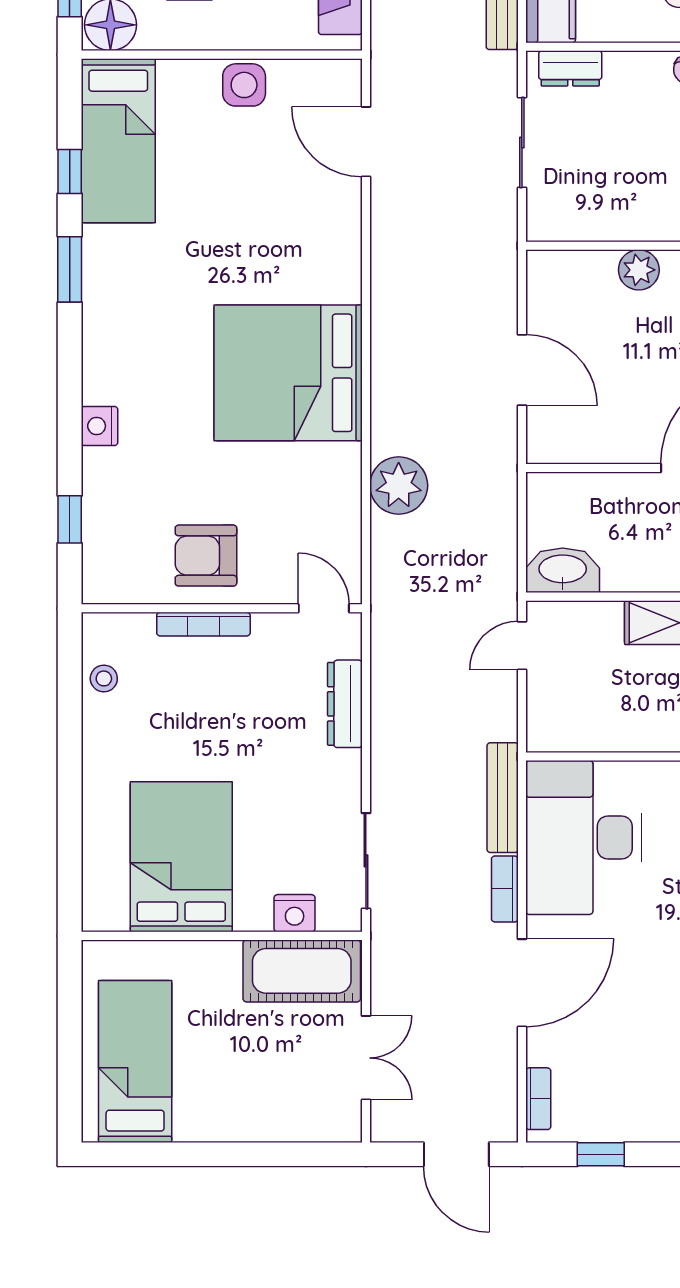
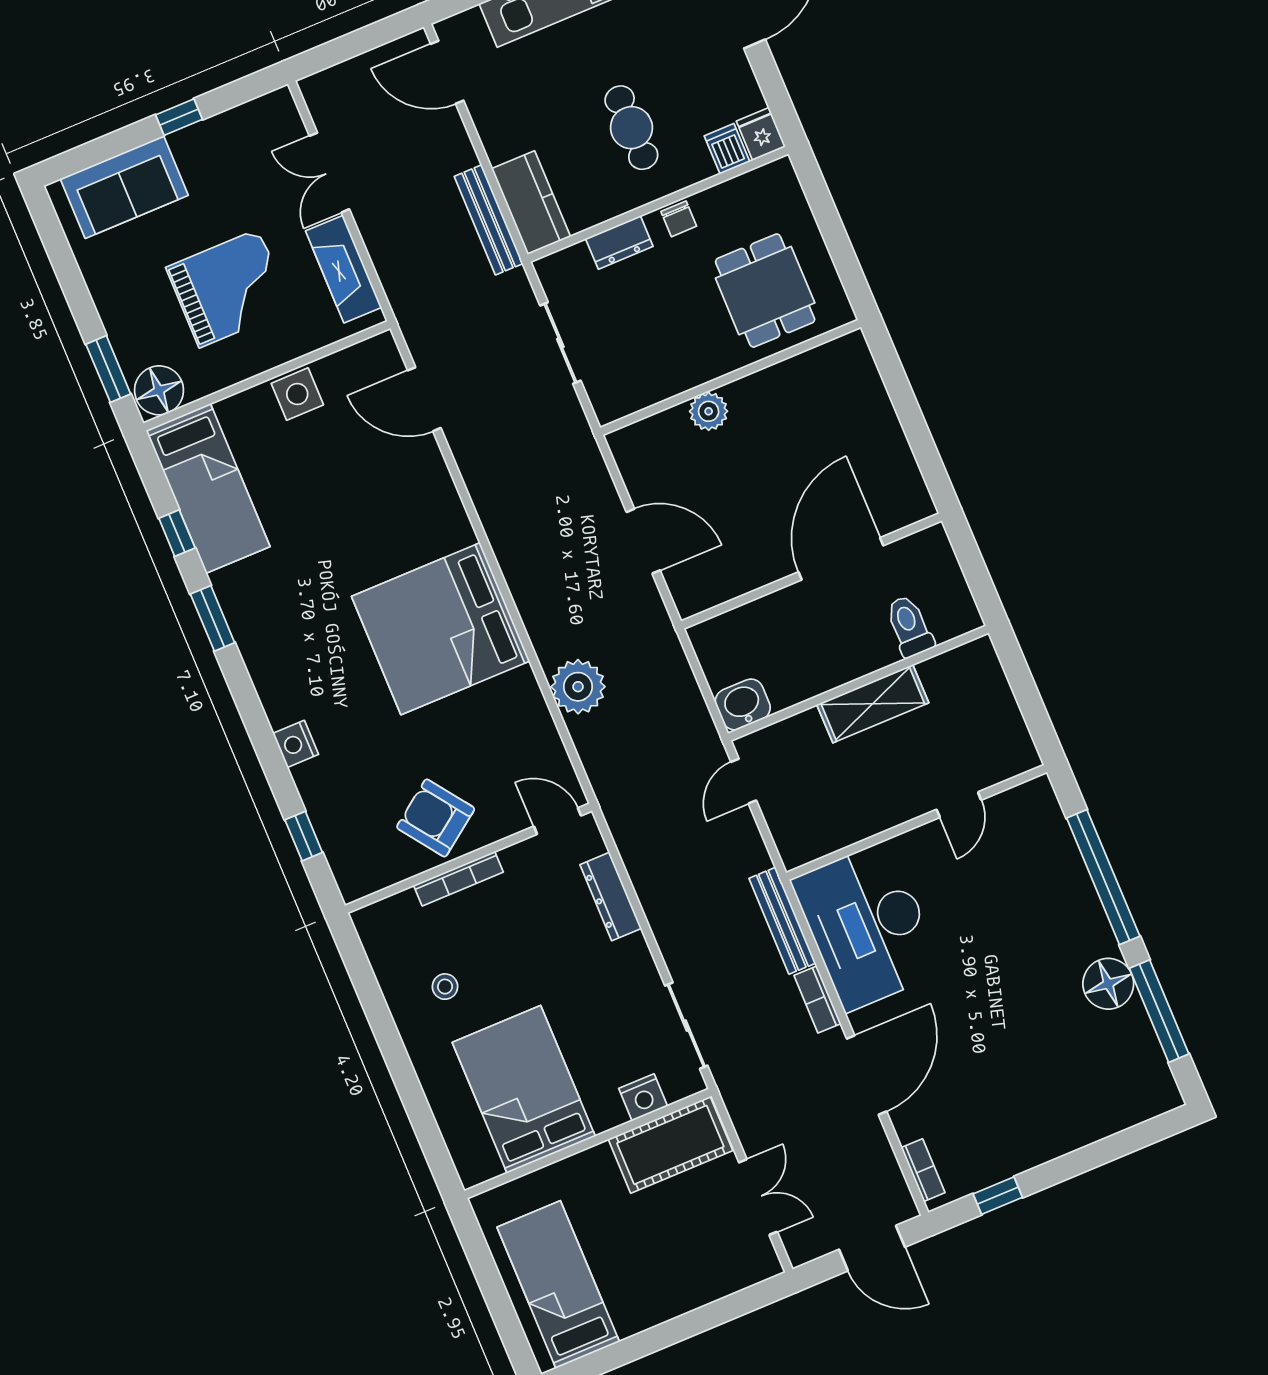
dresser: (570, 68) -> (619, 242), moved
armchair: (206, 556) -> (436, 818), turned 54
washbasin: (563, 570) -> (743, 704), width x0.72
stool: (104, 678) -> (445, 987), moved

